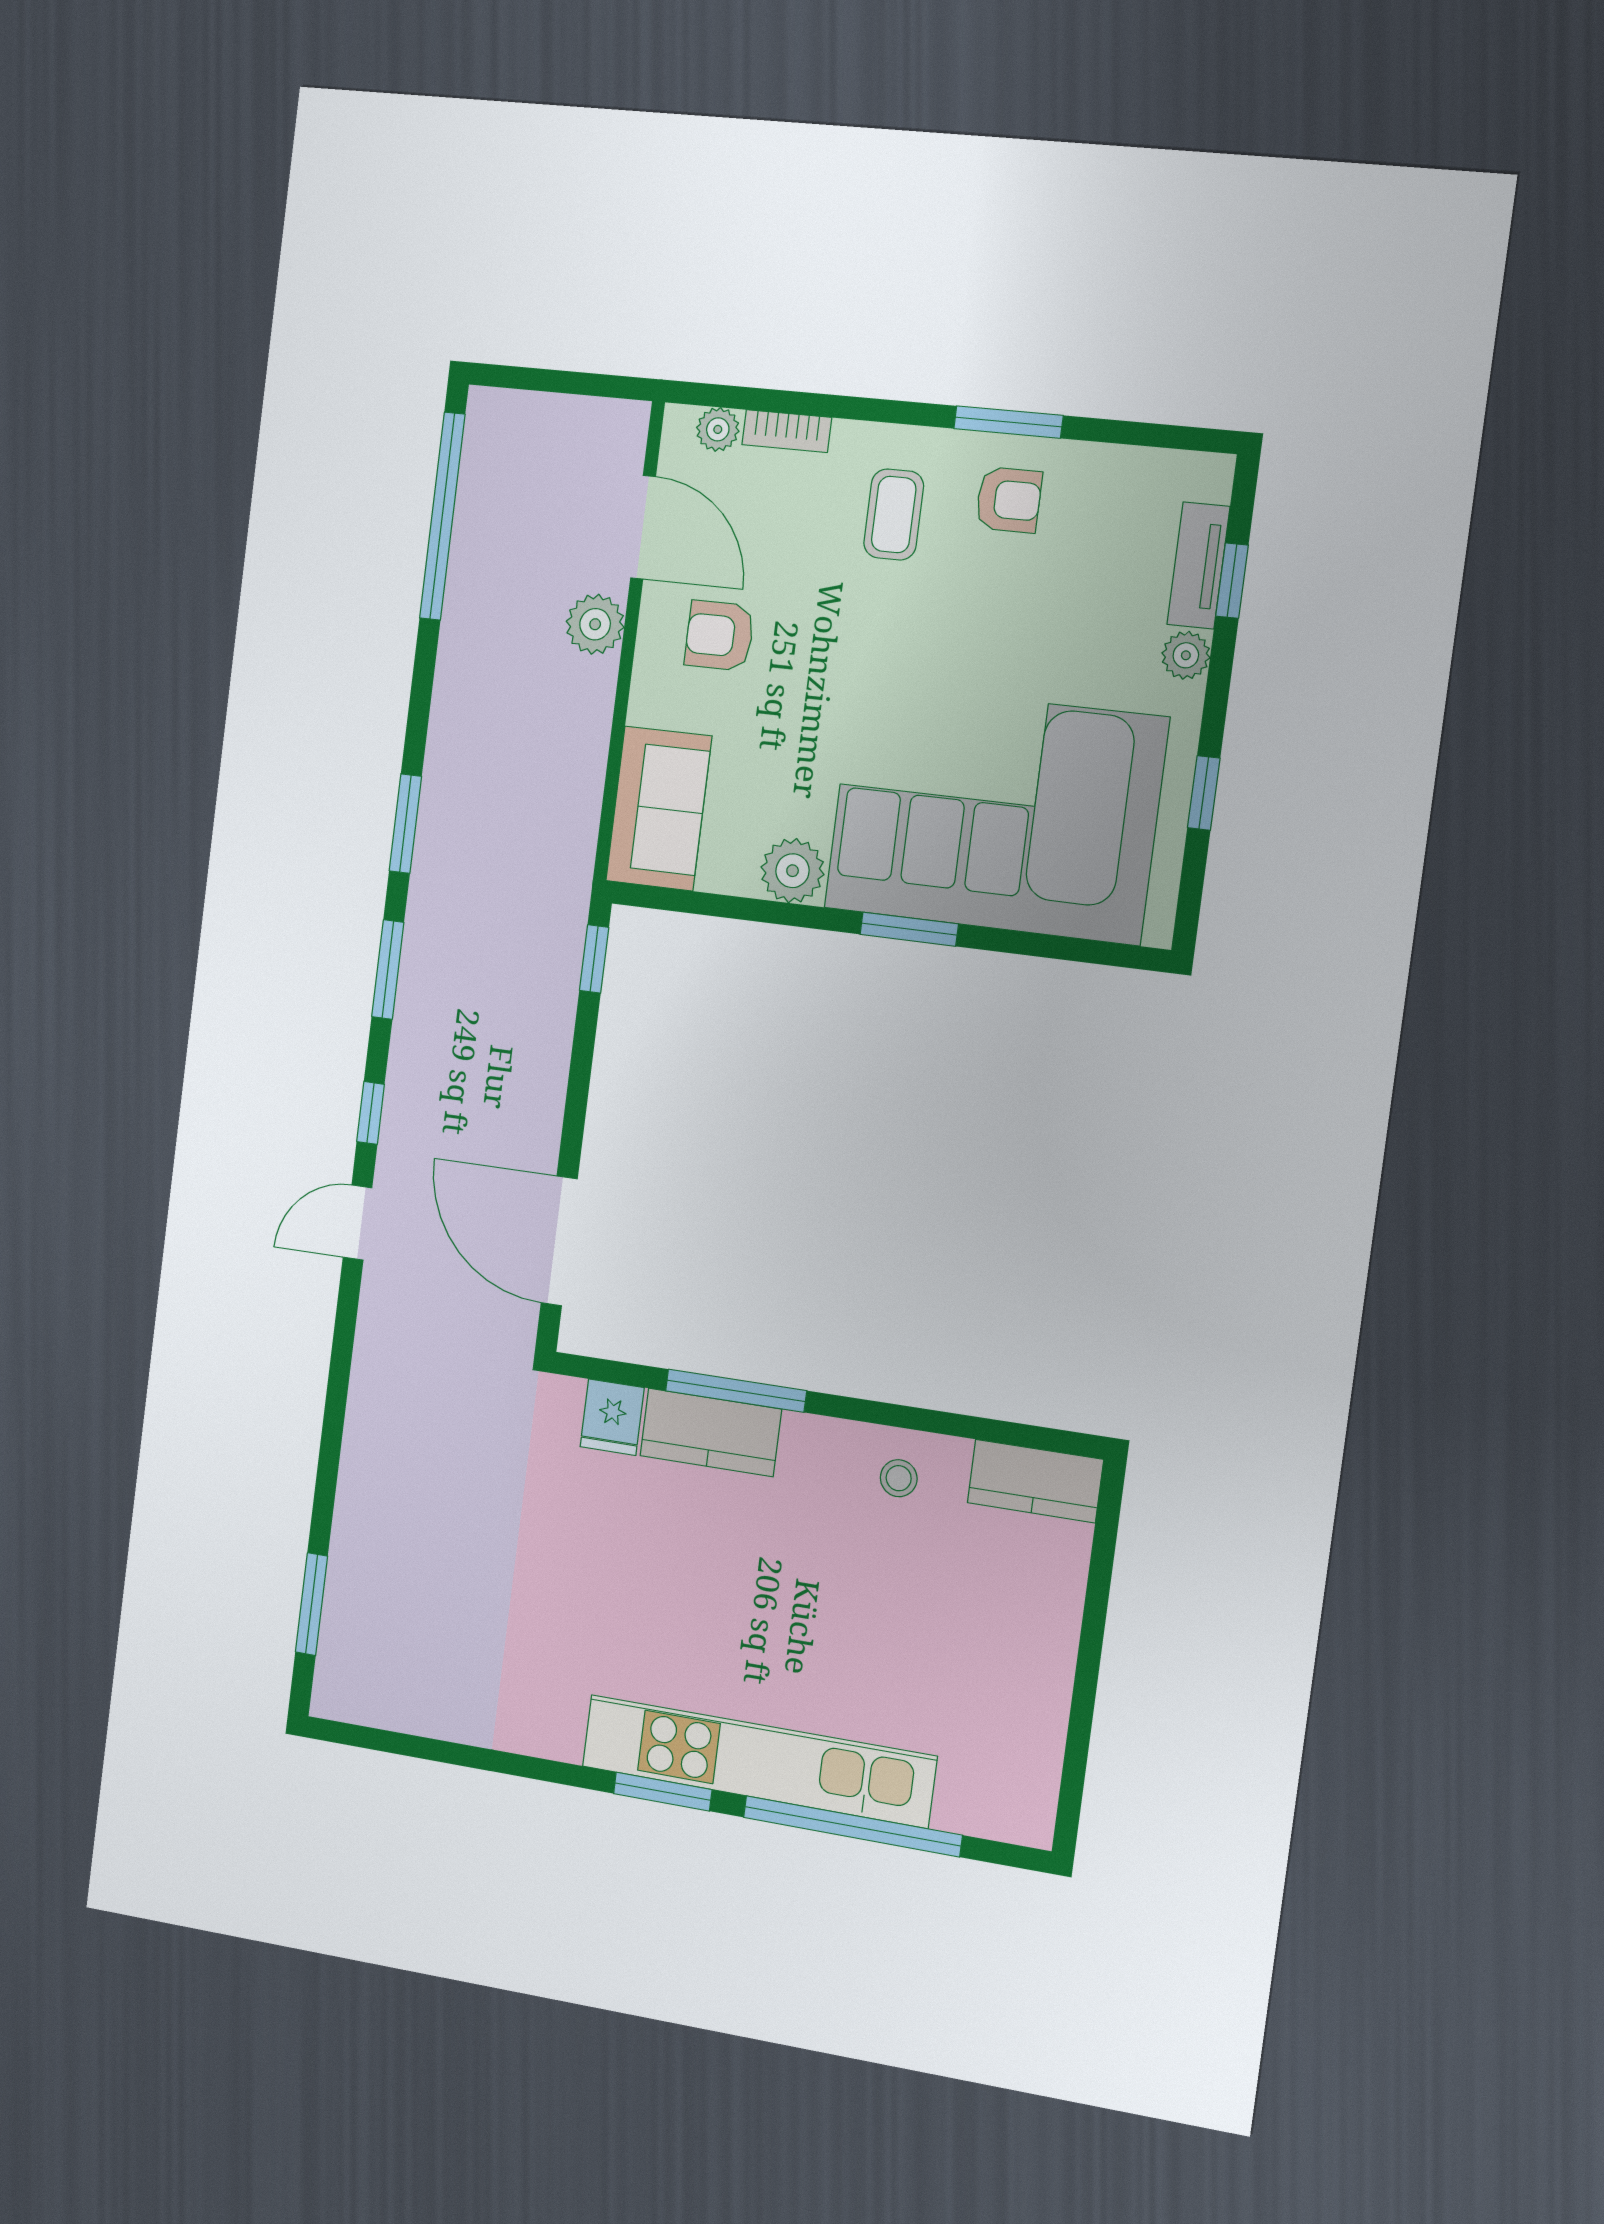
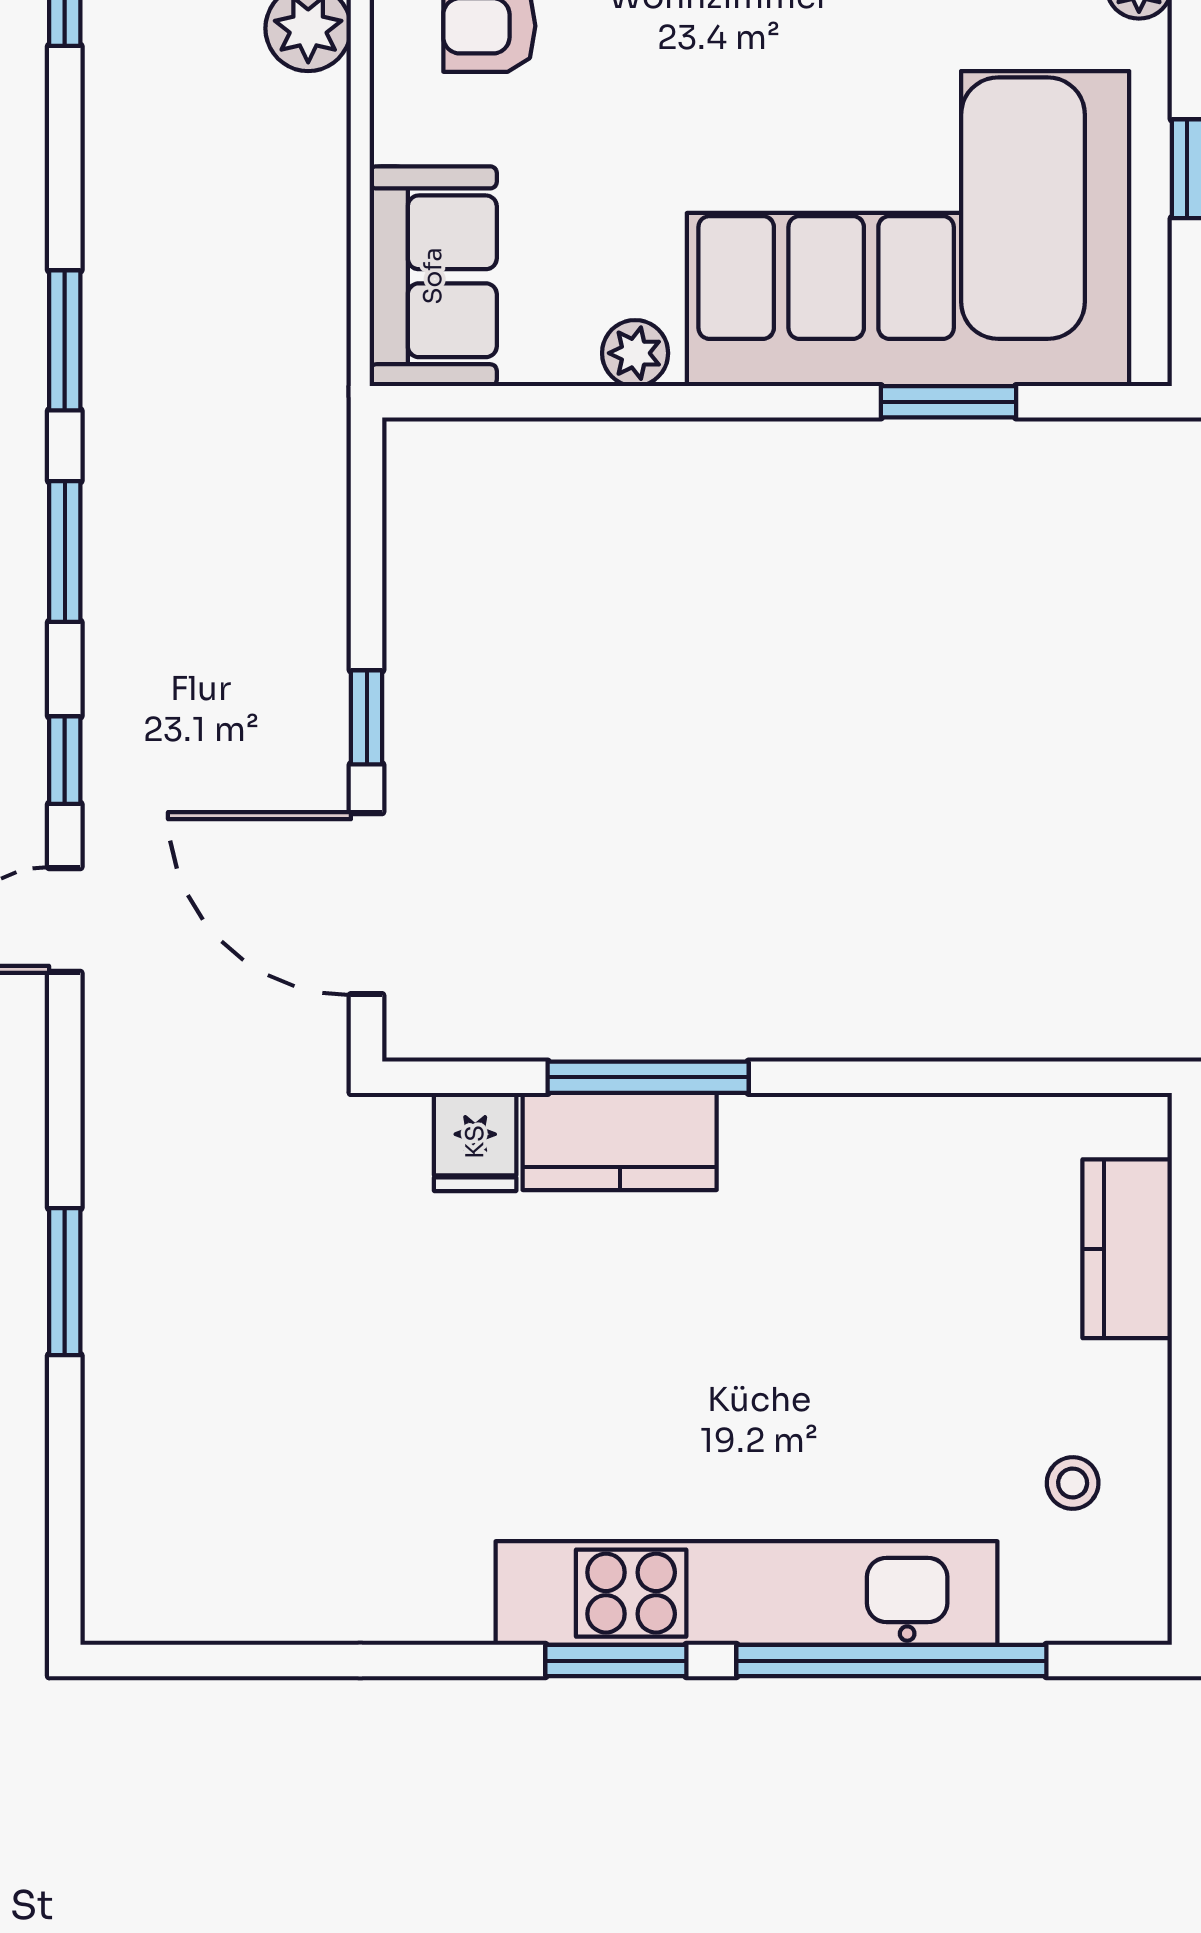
plant: (793, 871) -> (635, 353), width x0.73, depth x0.73
window: (909, 929) -> (949, 402), moved
window: (594, 959) -> (367, 717), moved
stool: (899, 1478) -> (1073, 1483), moved
kitchen counter: (1035, 1481) -> (1127, 1249), moved, turned 90
window: (312, 1604) -> (65, 1282), moved

